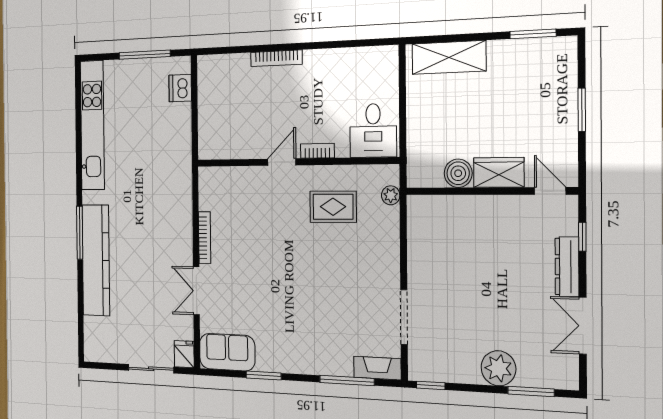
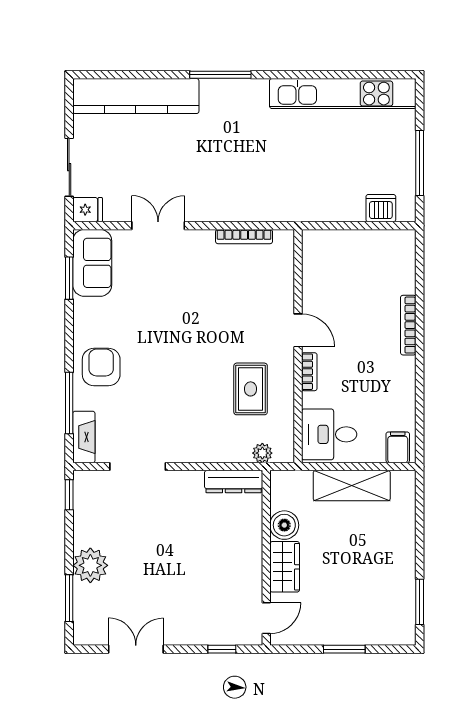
shelving: (449, 57) -> (352, 486), moved, turned 90
filing cabinet: (384, 63) -> (398, 447), added
bookcase: (205, 238) -> (244, 237), moved
kitchen counter: (96, 260) -> (136, 96), moved
dresser: (567, 267) -> (234, 482), moved, turned 180
armchair: (315, 348) -> (101, 367), added
window: (264, 375) -> (69, 278), moved

